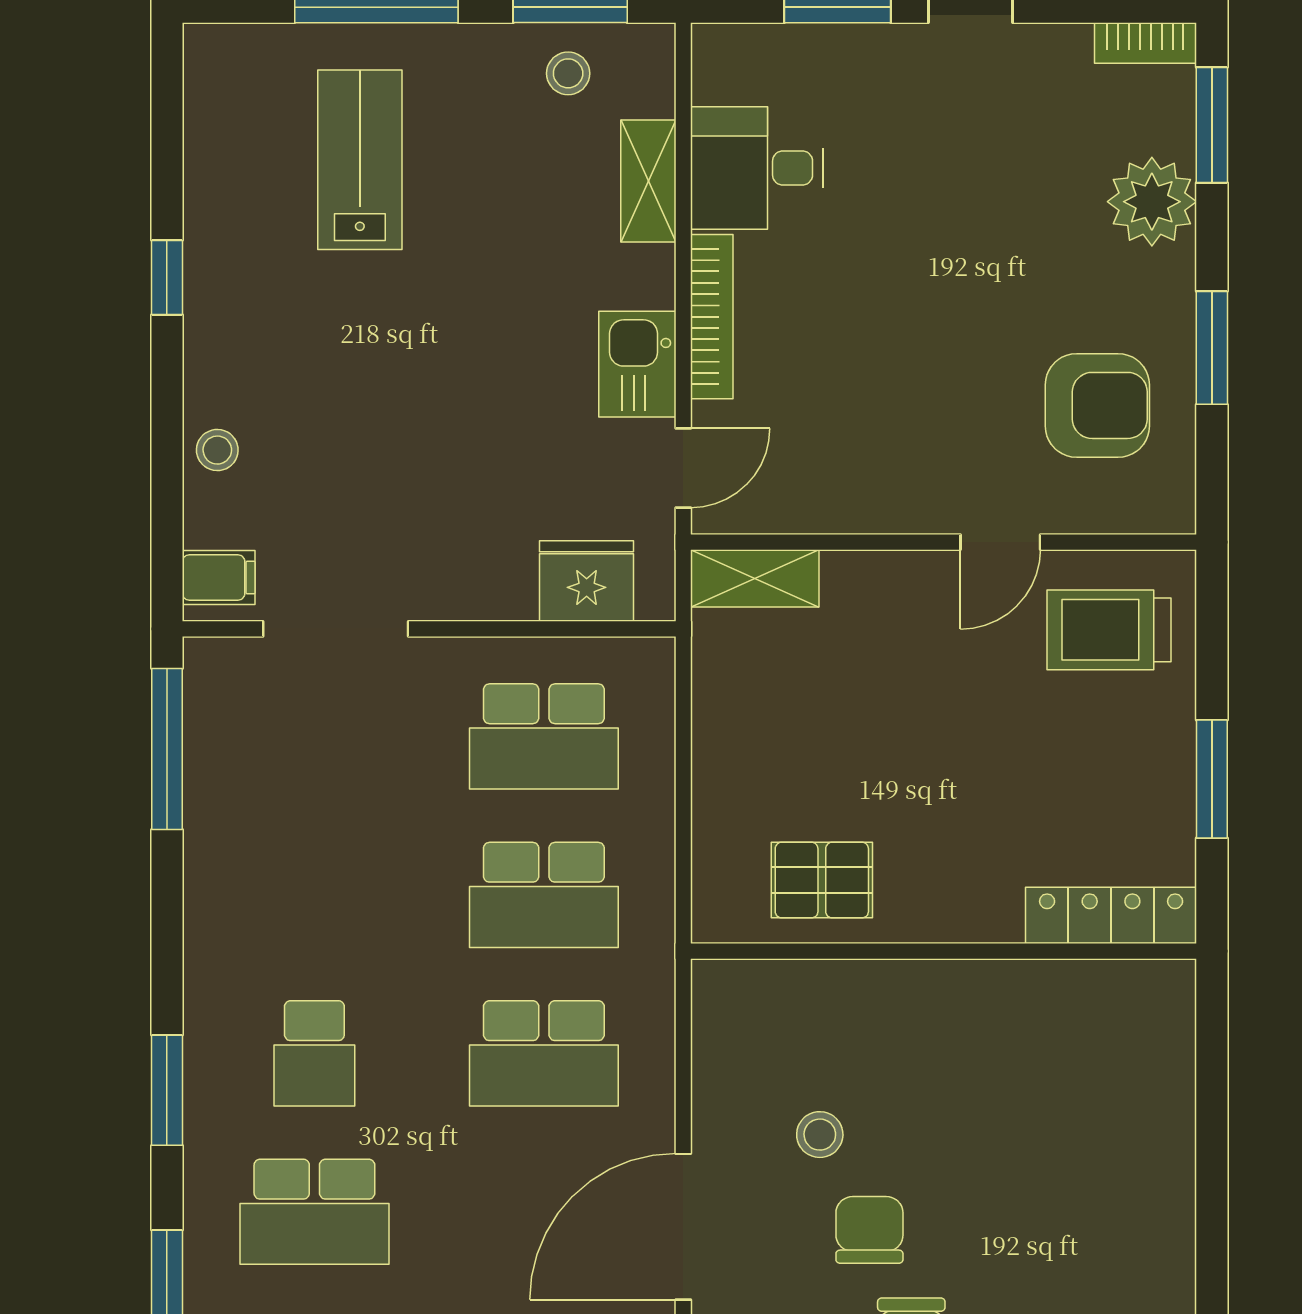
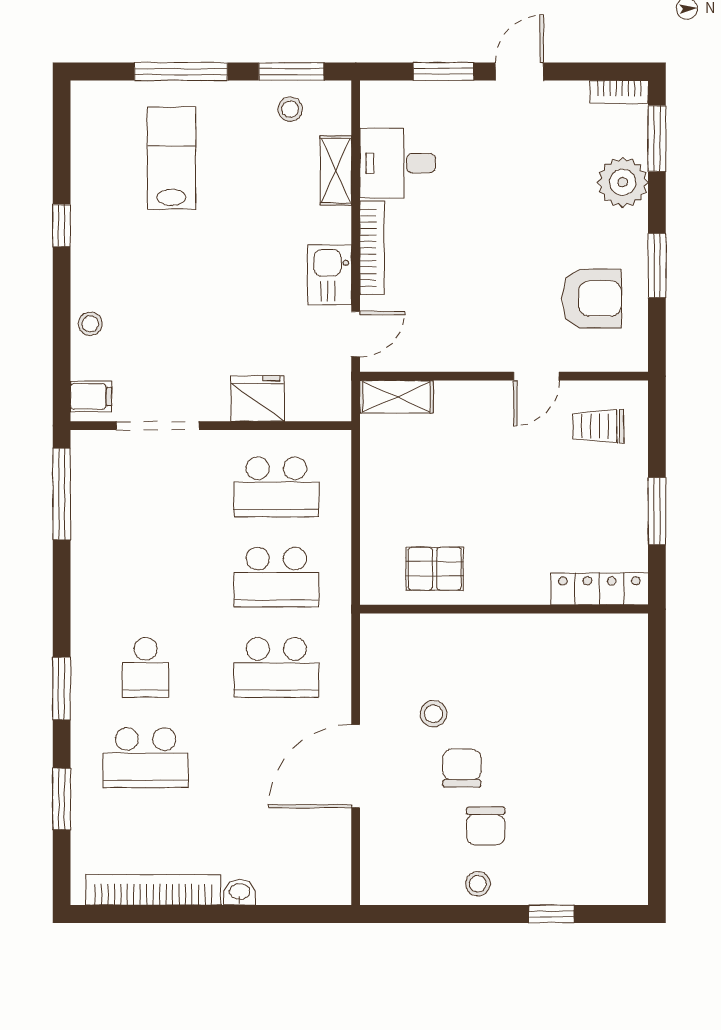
fridge: (587, 581) -> (258, 398), moved
trolley: (1109, 630) -> (598, 426), width x0.73, depth x0.72

